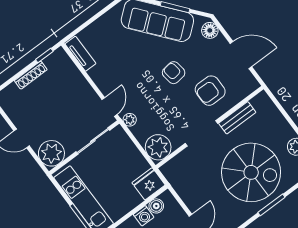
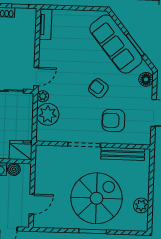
armchair: (174, 73) -> (98, 88), turned -47
bench: (237, 118) -> (123, 154), width x1.36
plant: (158, 147) -> (48, 114), moved
spiral stairs: (251, 172) -> (97, 198), turned -90

